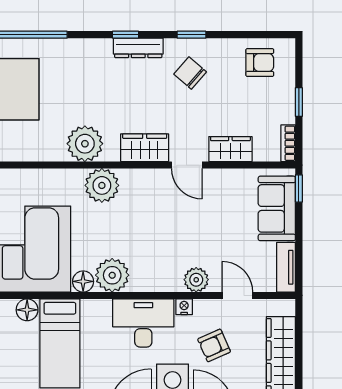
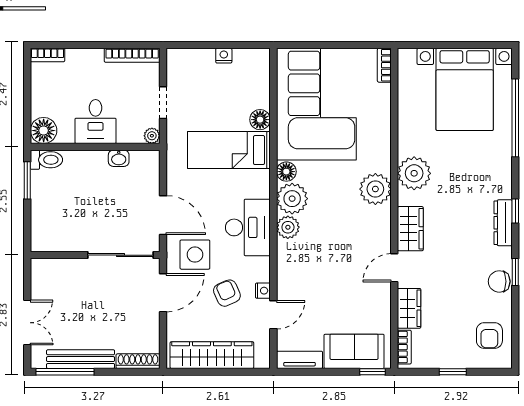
chair: (190, 73) -> (499, 281), moved, turned -131
bookcase: (288, 143) -> (404, 347), moved, turned 90
plant: (196, 280) -> (288, 227), moved
nightstand: (184, 307) -> (263, 291), moved

